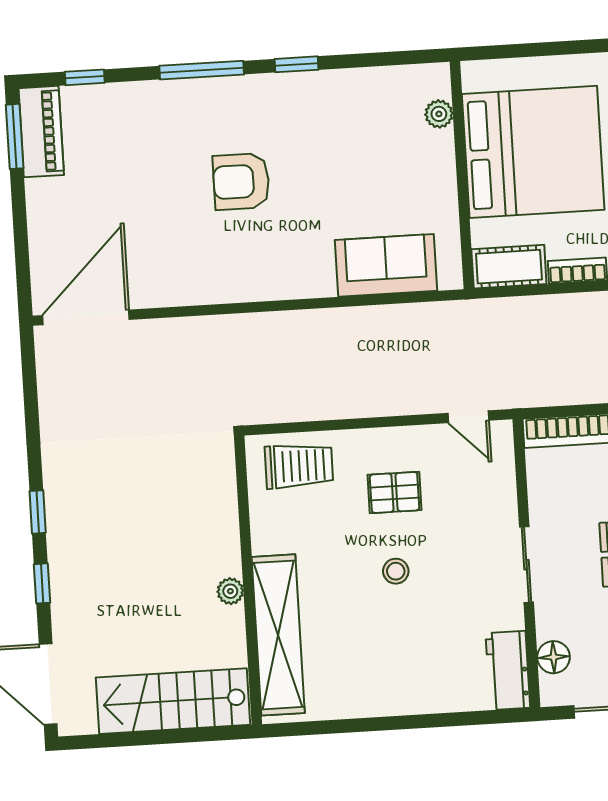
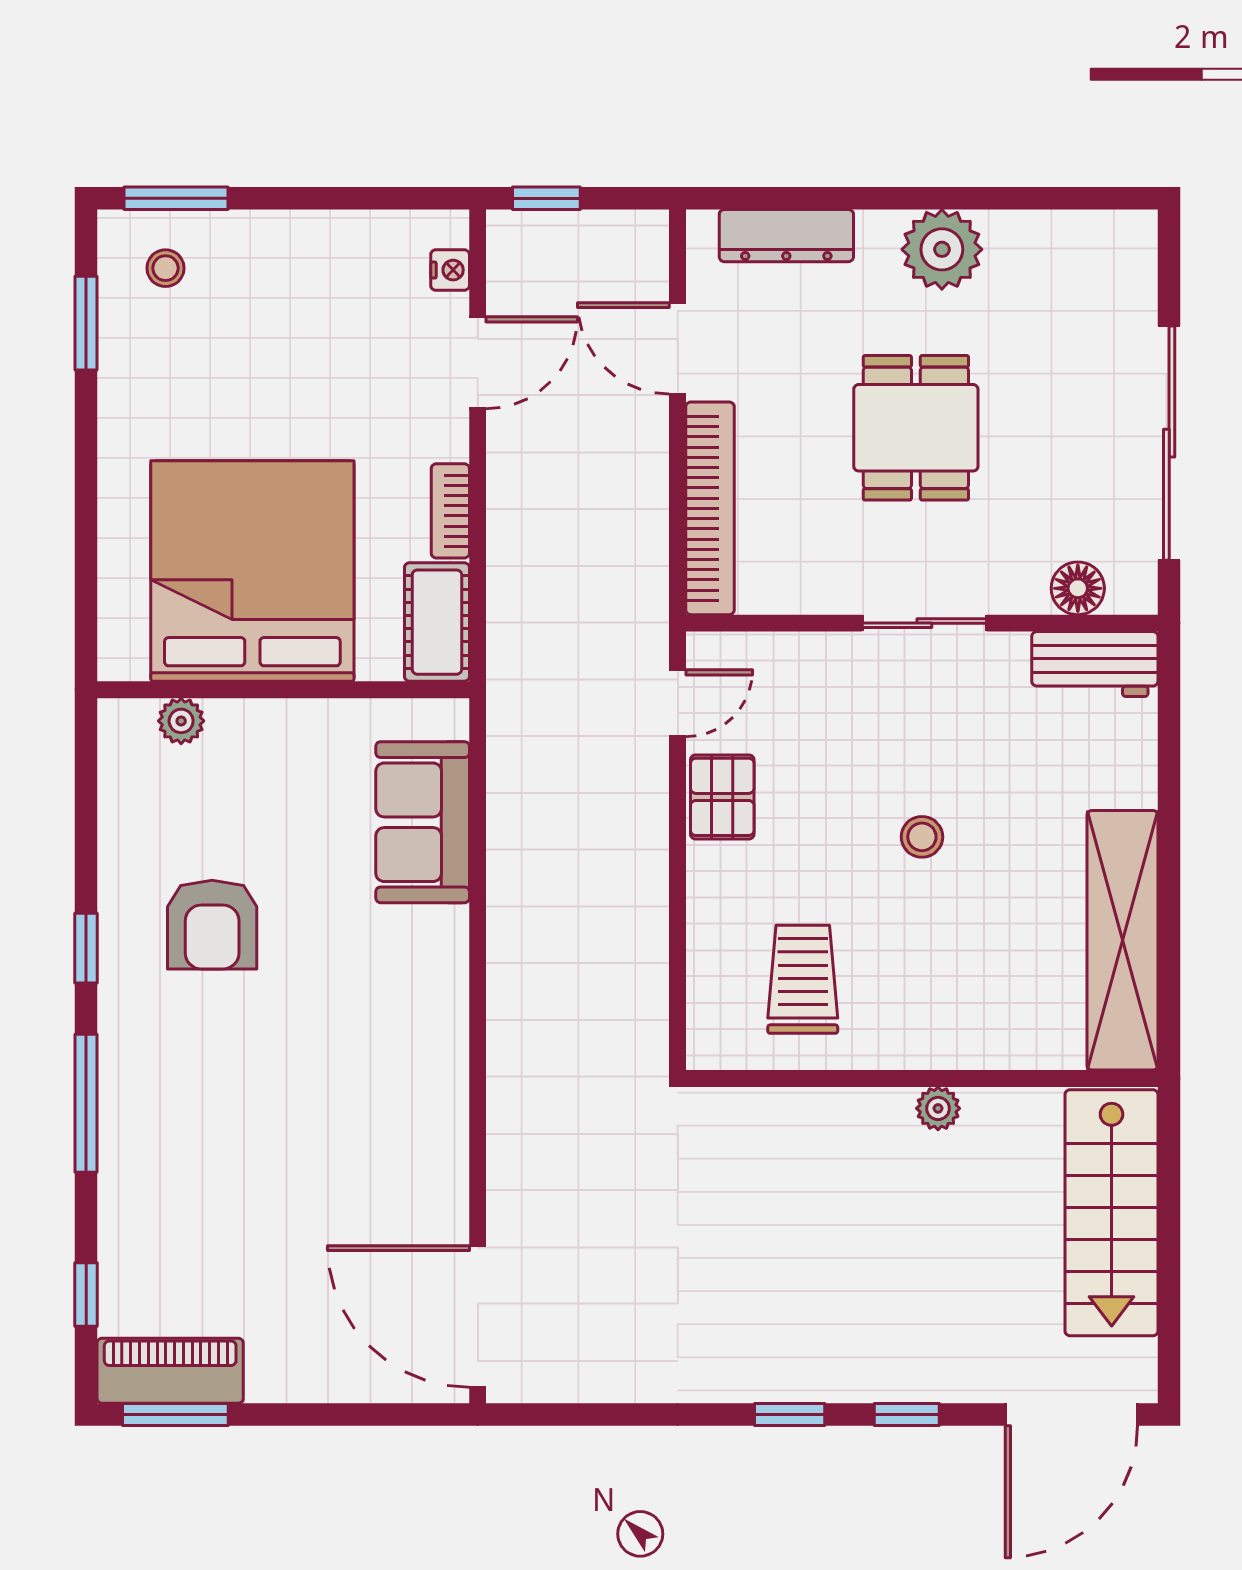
armchair: (241, 181) -> (212, 925), moved
trolley: (299, 466) -> (803, 979), moved
pallet: (395, 492) -> (722, 797), moved
shelving: (278, 635) -> (1123, 940), moved, turned 90

